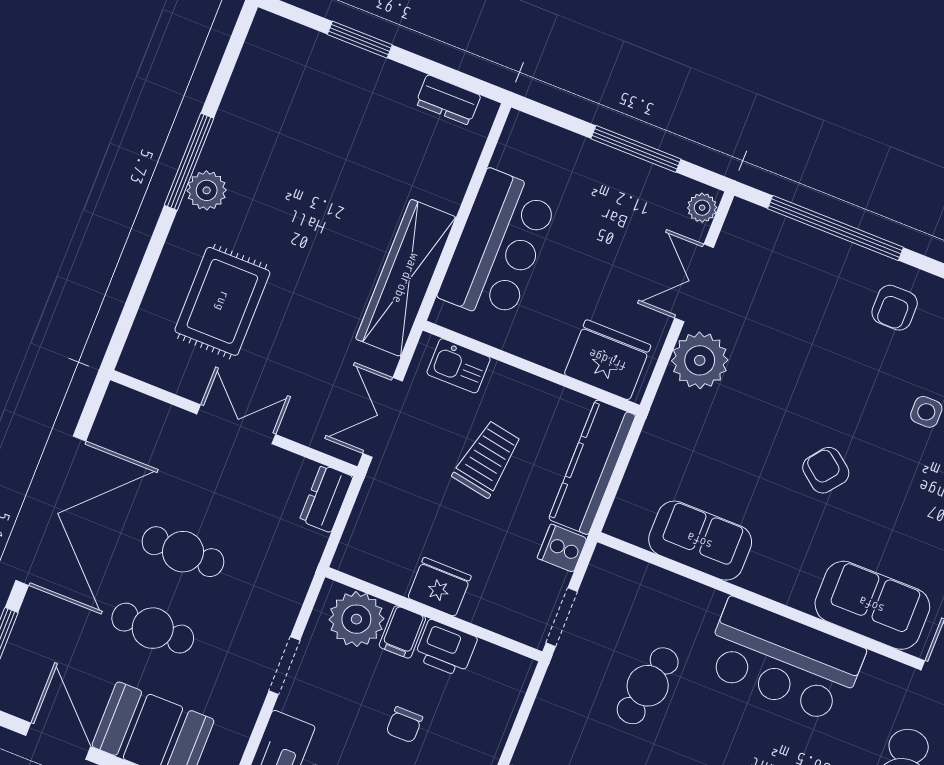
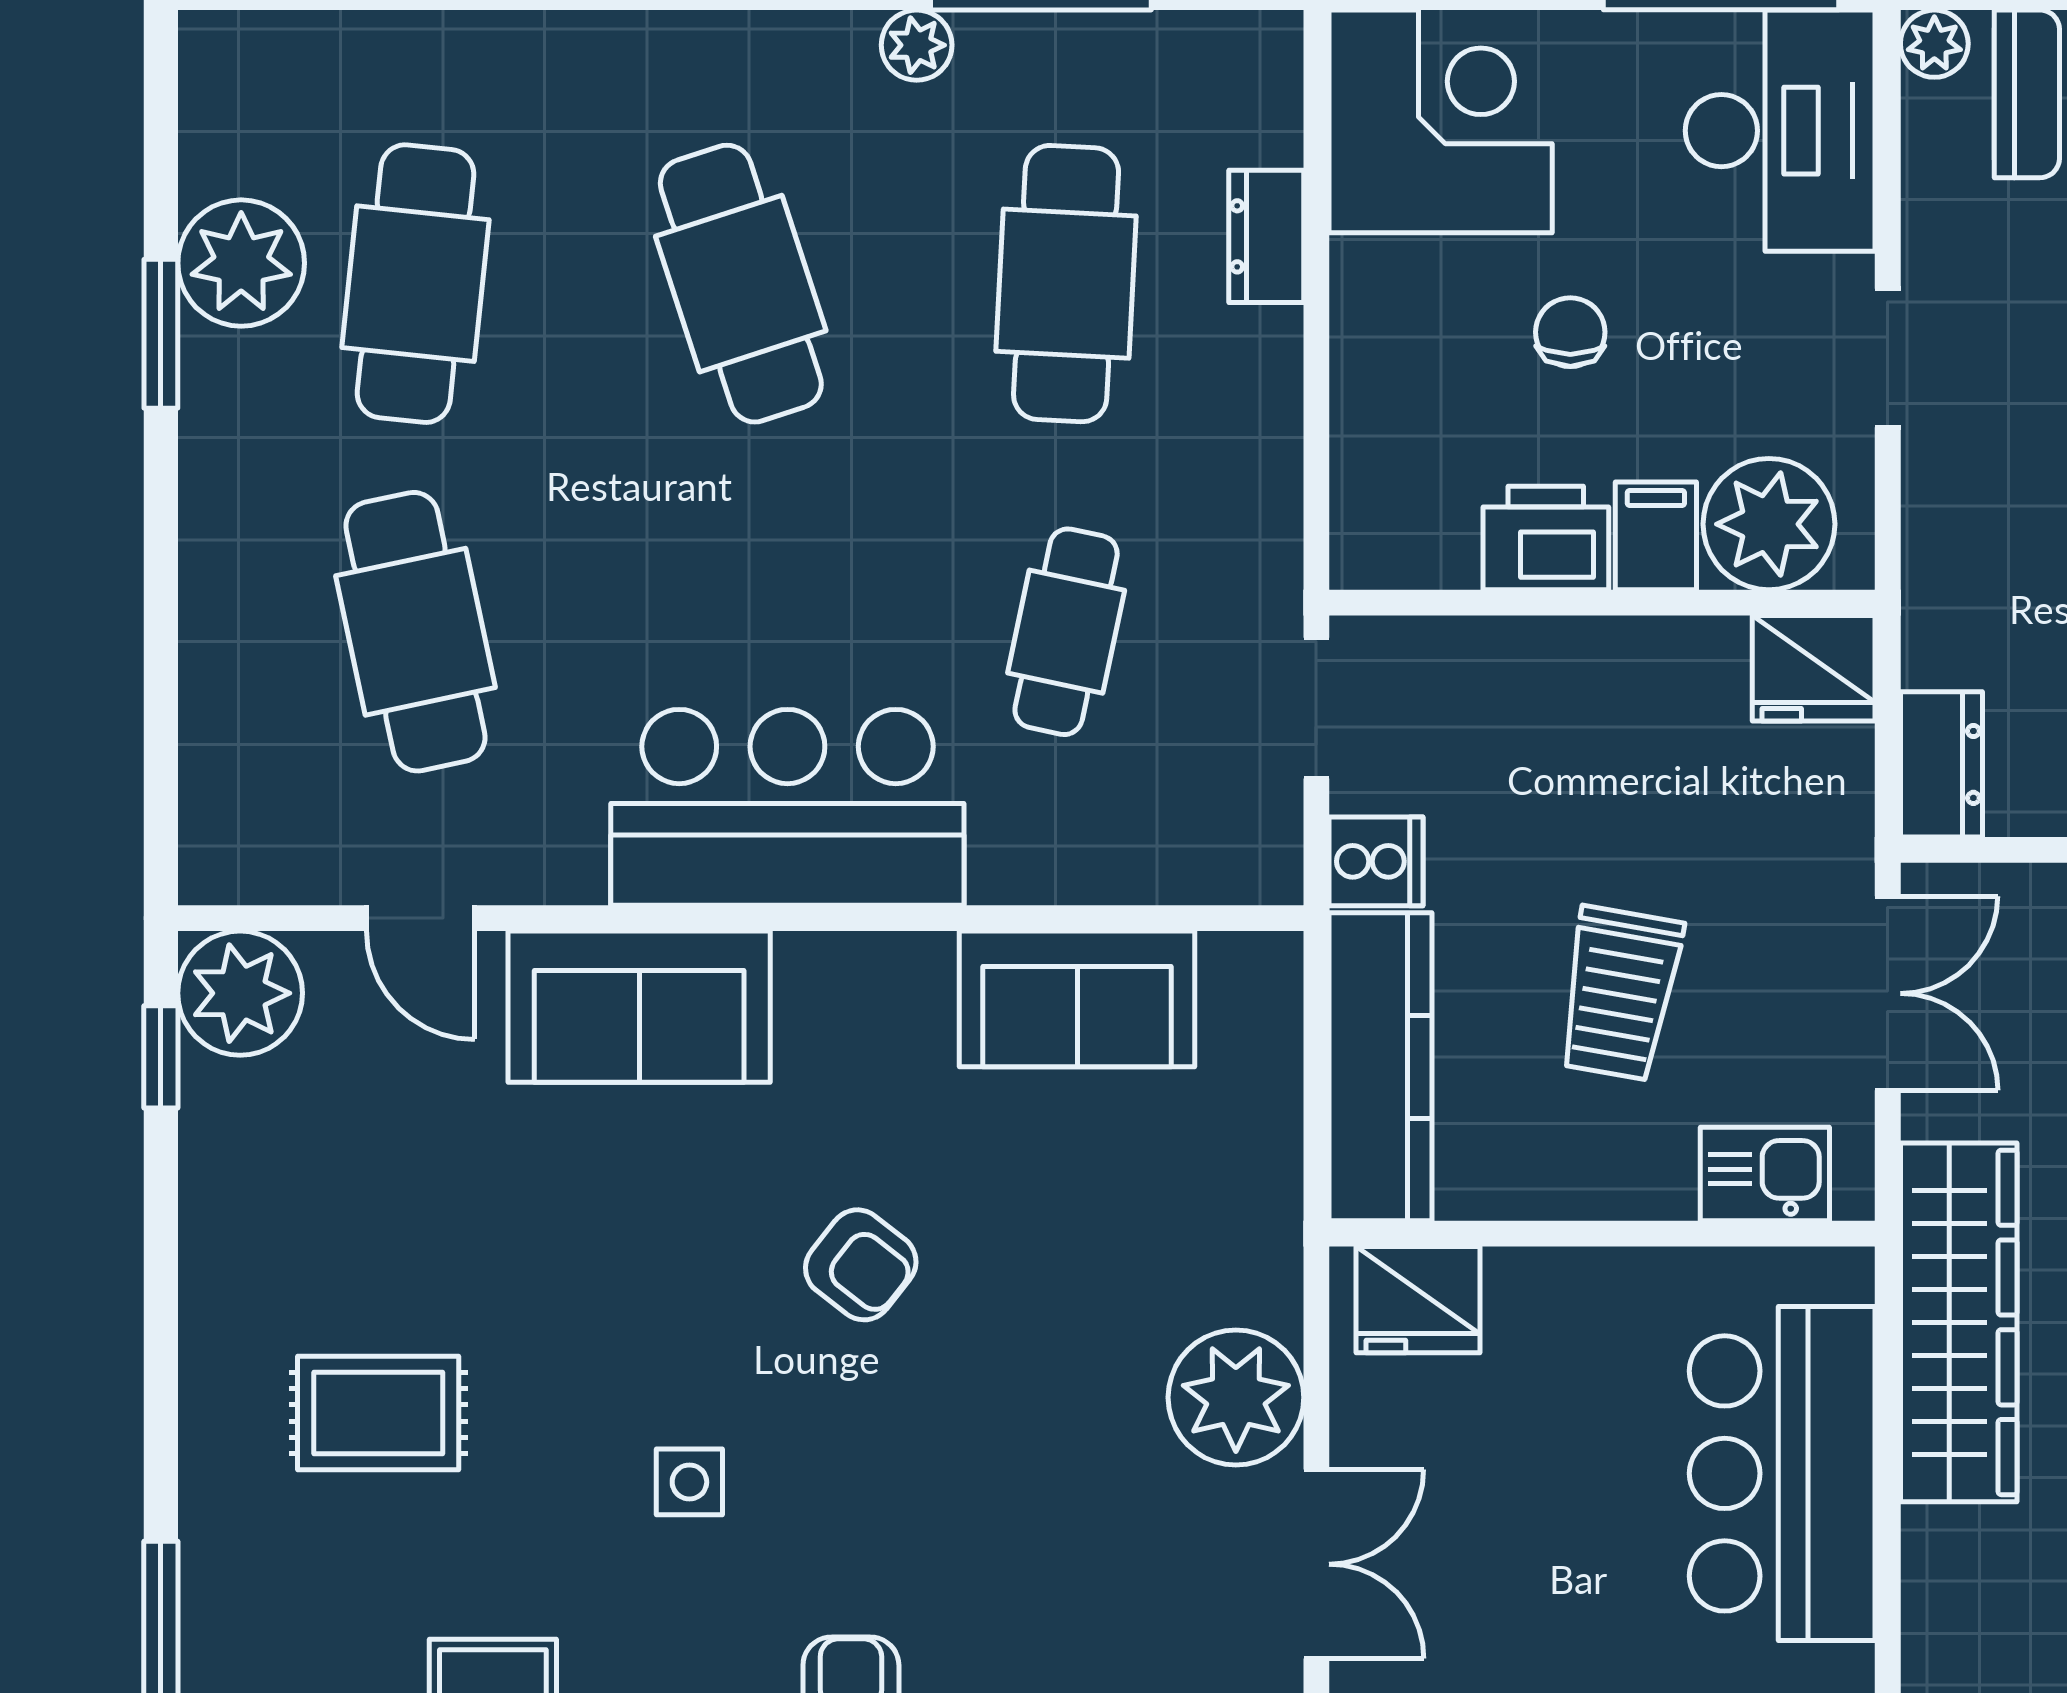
fridge: (608, 360) -> (1418, 1300), width x0.73, depth x0.75
fridge: (440, 587) -> (1814, 668), moved

